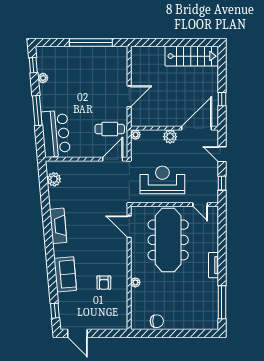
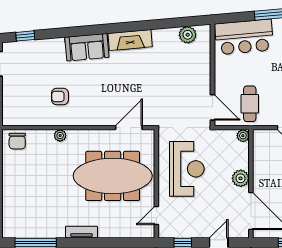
sofa: (65, 274) -> (87, 47), moved
chair: (157, 321) -> (17, 141), moved

